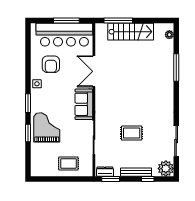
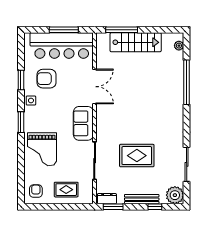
armchair: (51, 64) -> (47, 79), turned 90
window: (176, 67) -> (187, 82), width x1.46
double door: (94, 71) -> (95, 87), swing flipped
grand piano: (47, 127) -> (42, 149), turned 180
window: (28, 133) -> (21, 80), moved
rug: (132, 133) -> (137, 156), width x1.36, depth x1.43
armchair: (41, 165) -> (36, 191), added

